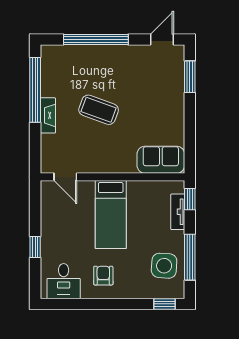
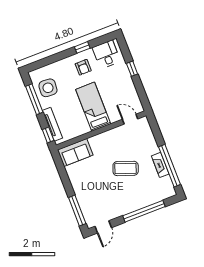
window: (190, 77) -> (77, 211), width x1.44
fireplace: (48, 115) -> (160, 165), moved
tv unit: (178, 212) -> (52, 124), width x1.41
window: (165, 304) -> (82, 47), moved

